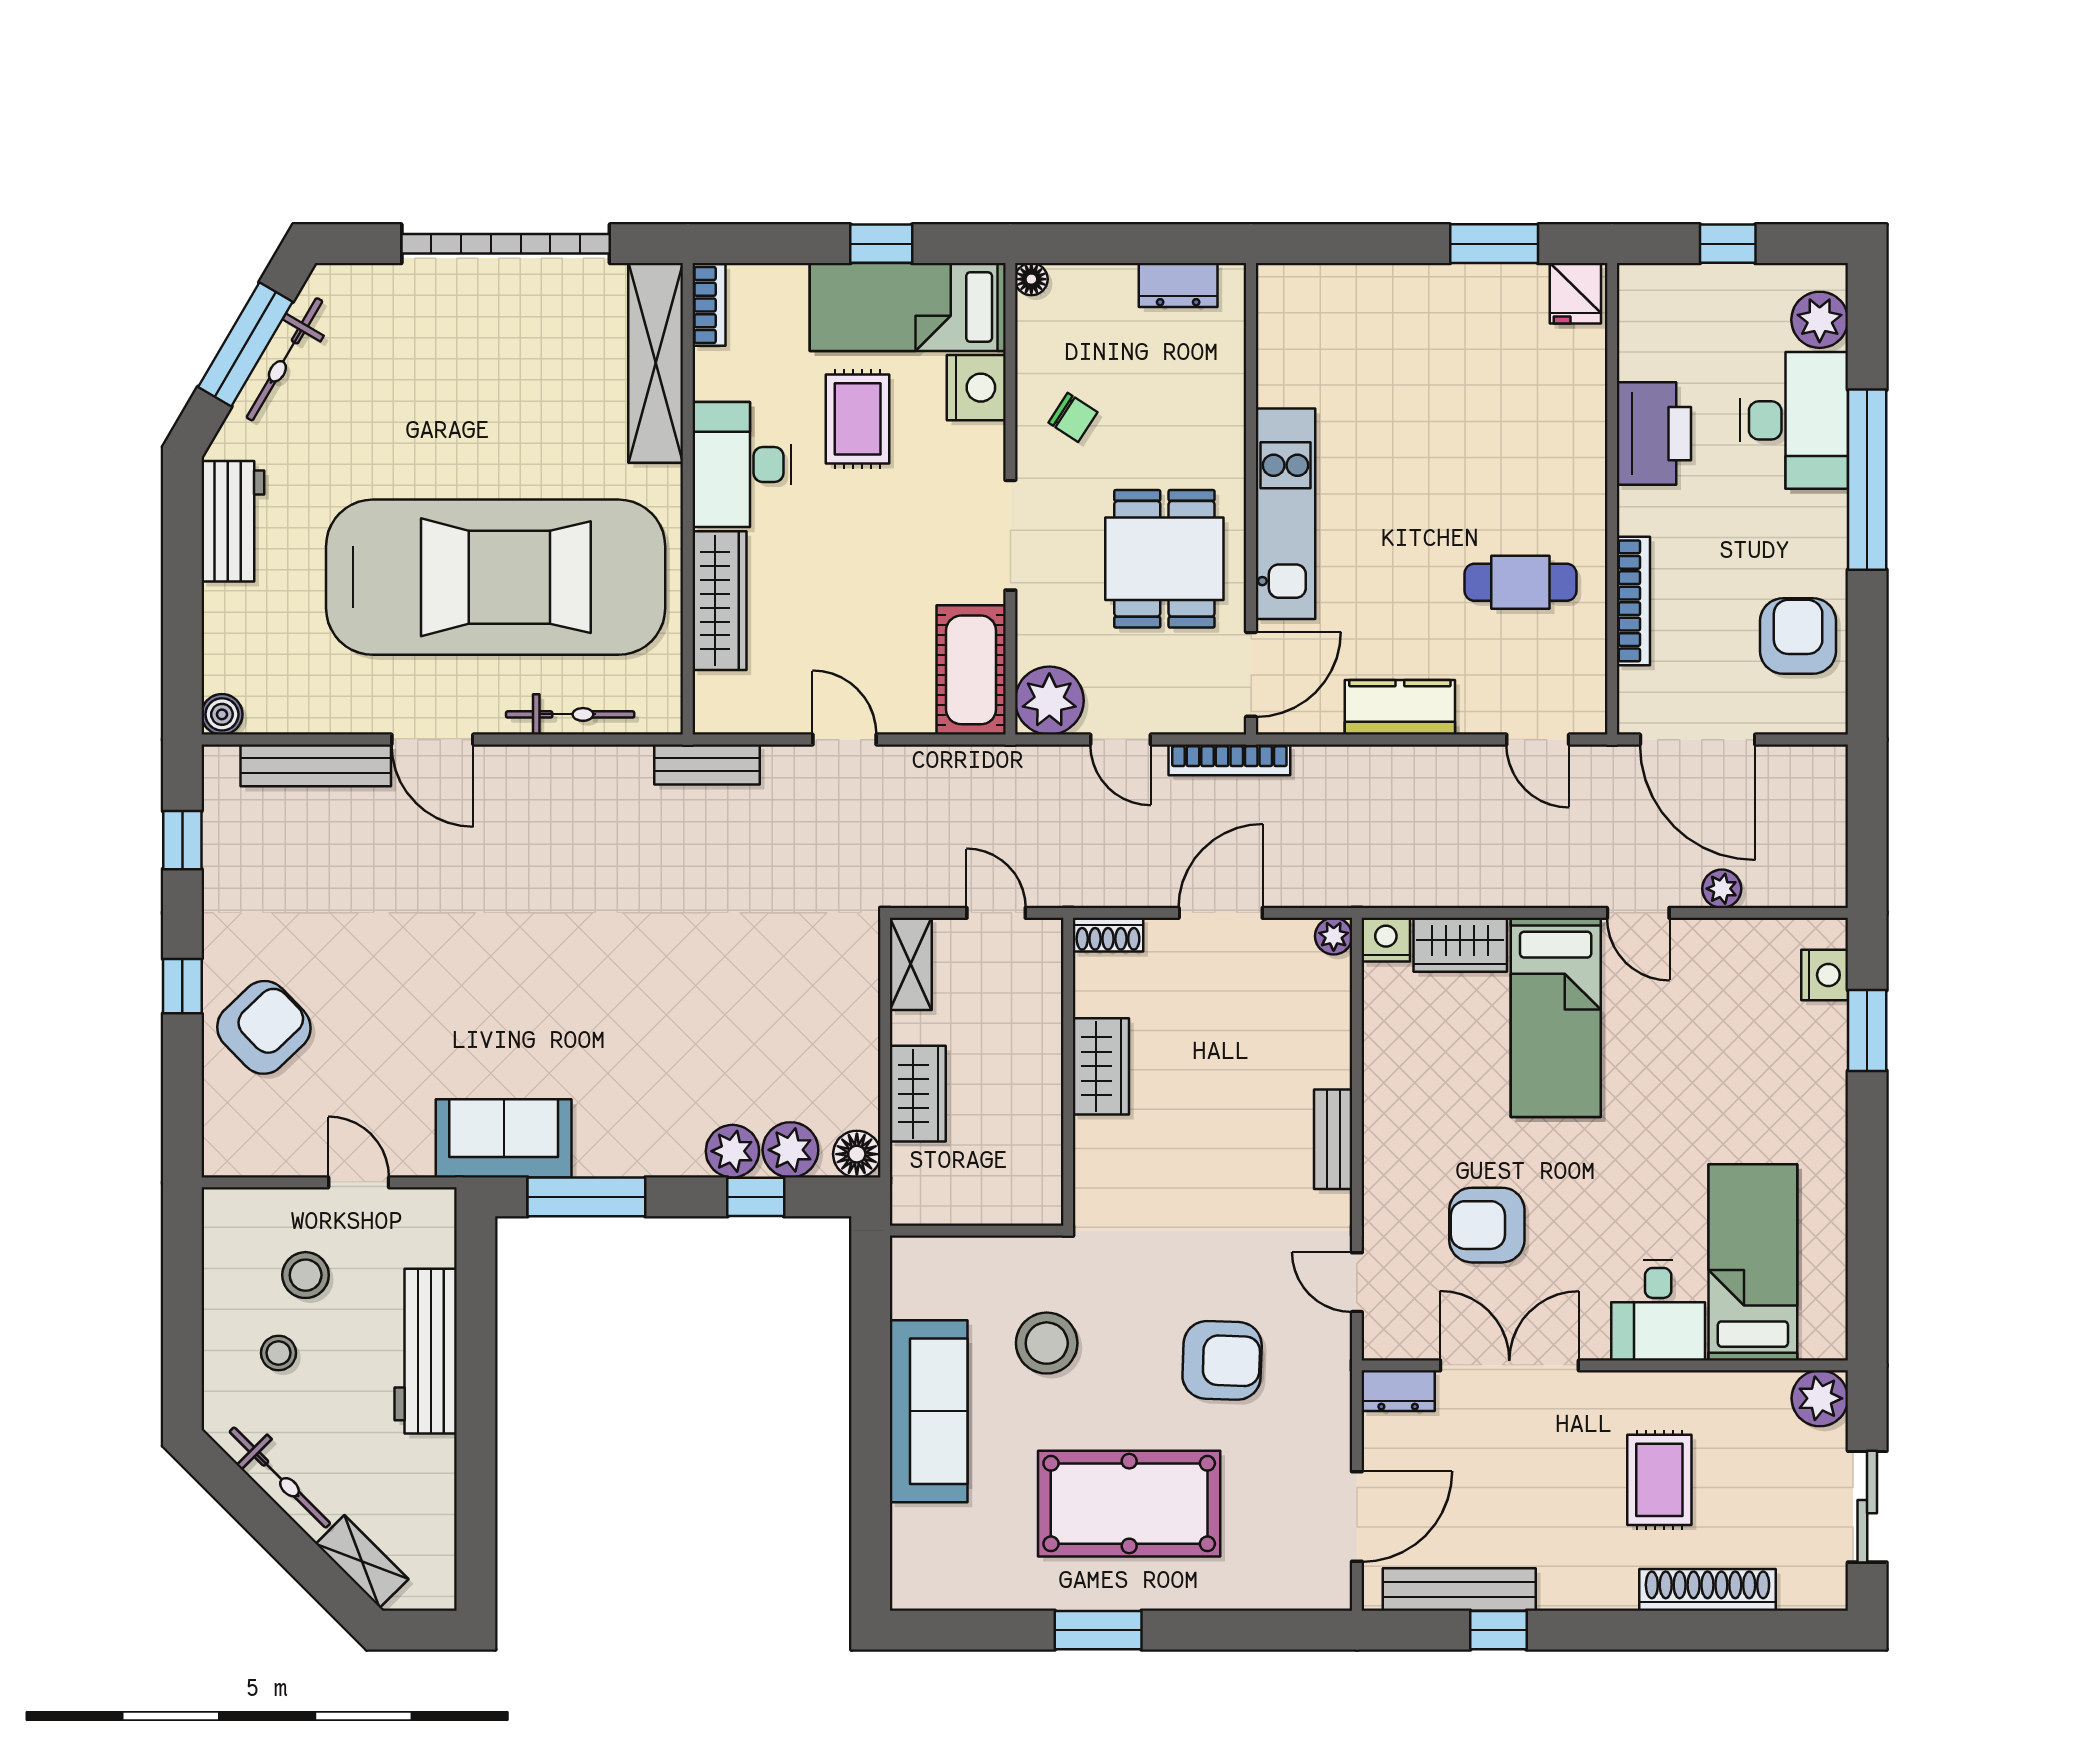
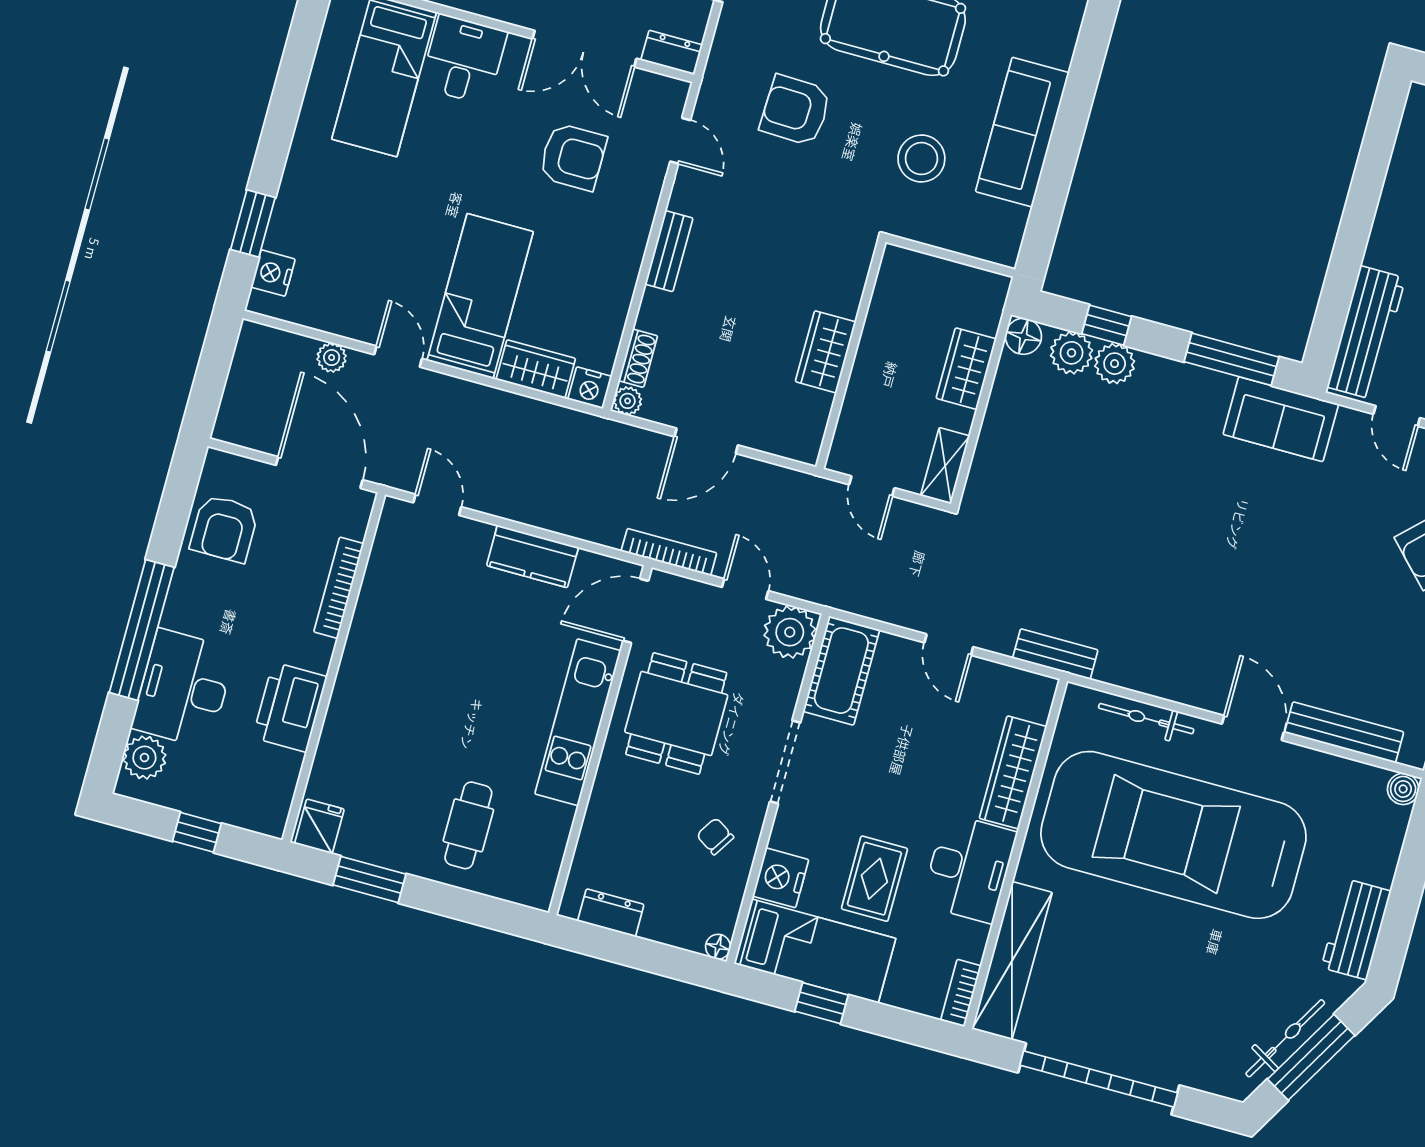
cafe table: (1520, 582) -> (468, 825), moved, turned 90
shoe rack: (1108, 935) -> (638, 358), moved, turned 90
workbench: (426, 1351) -> (1366, 333), moved

